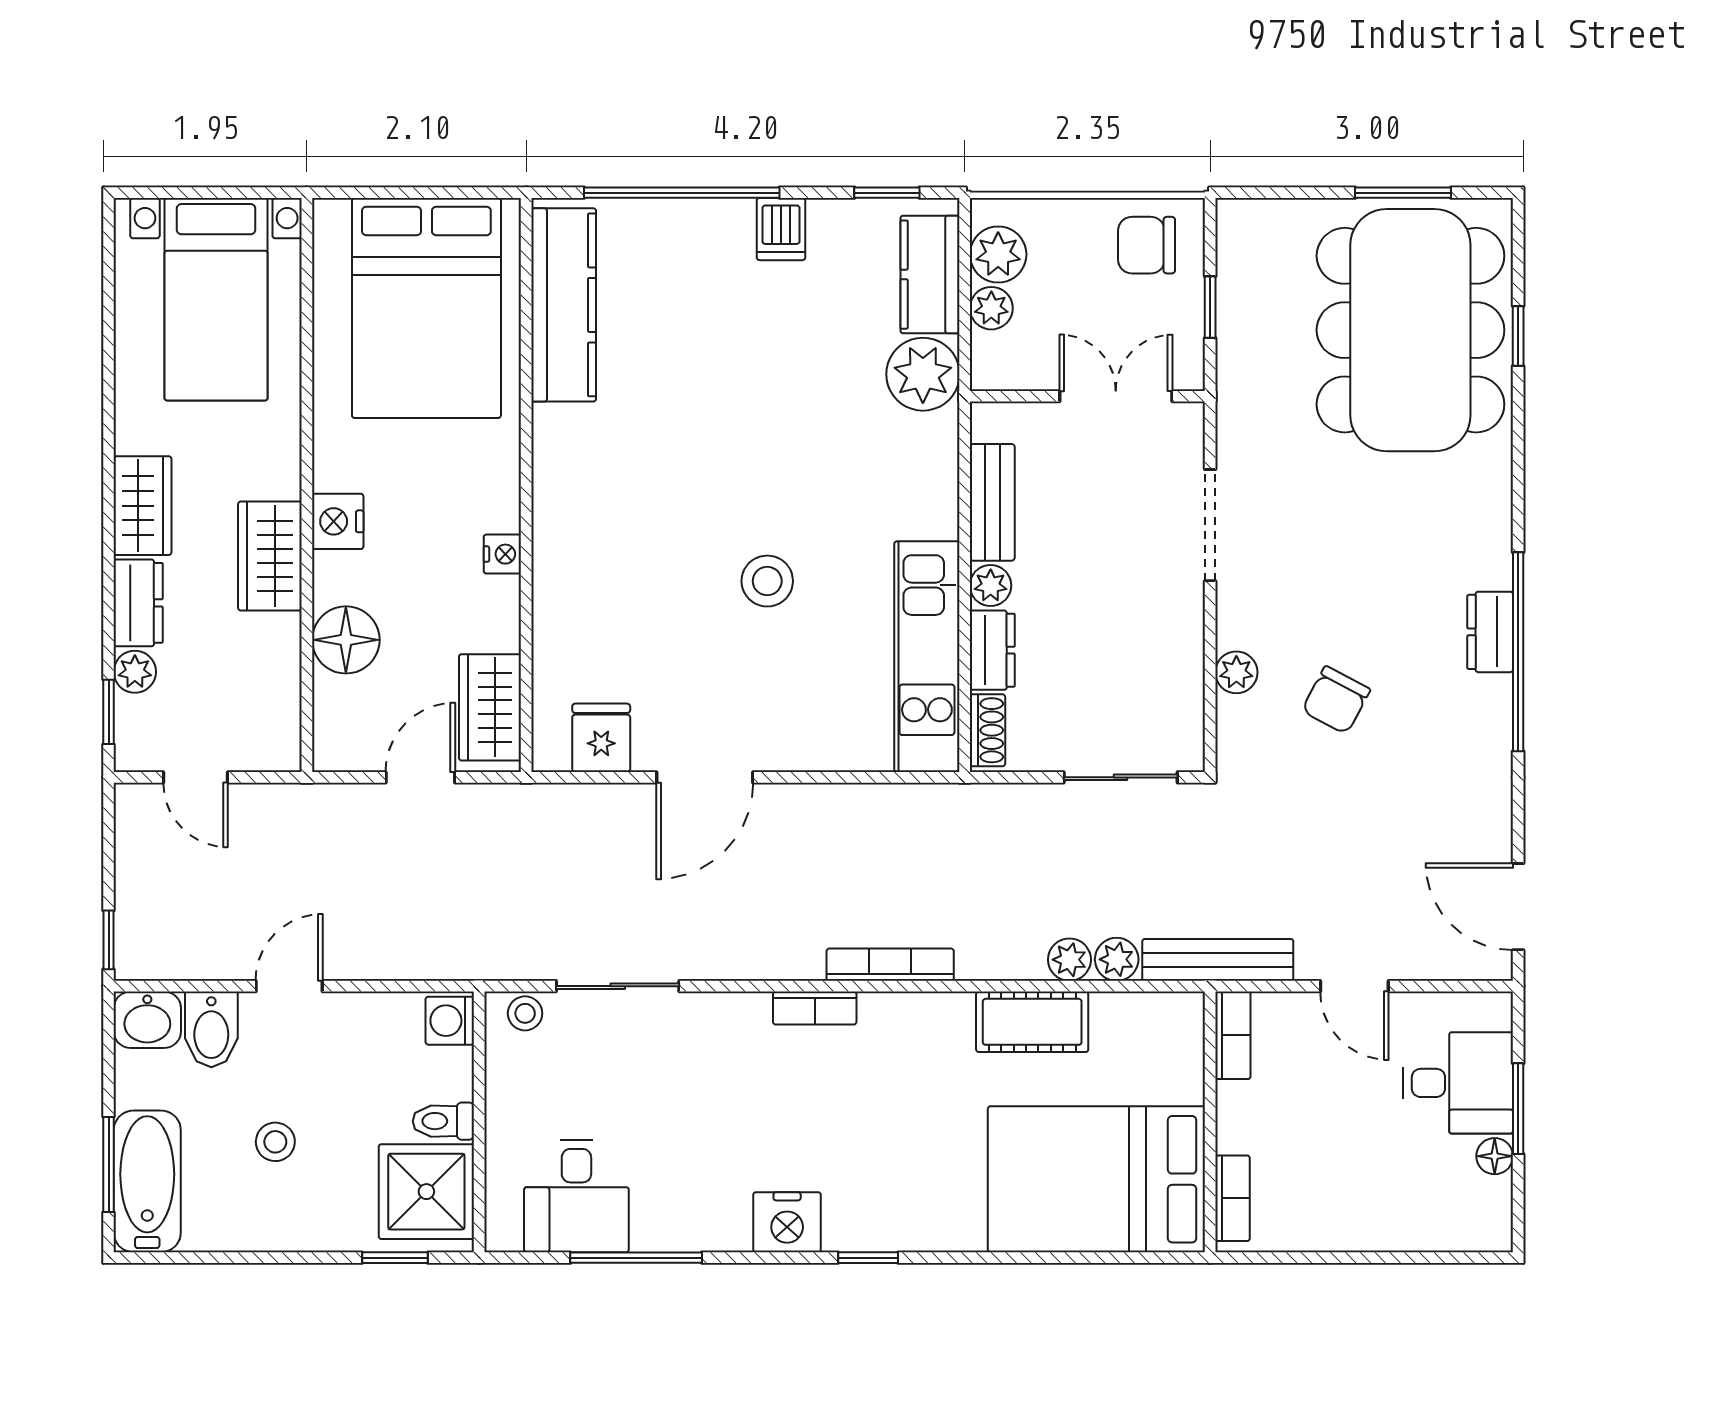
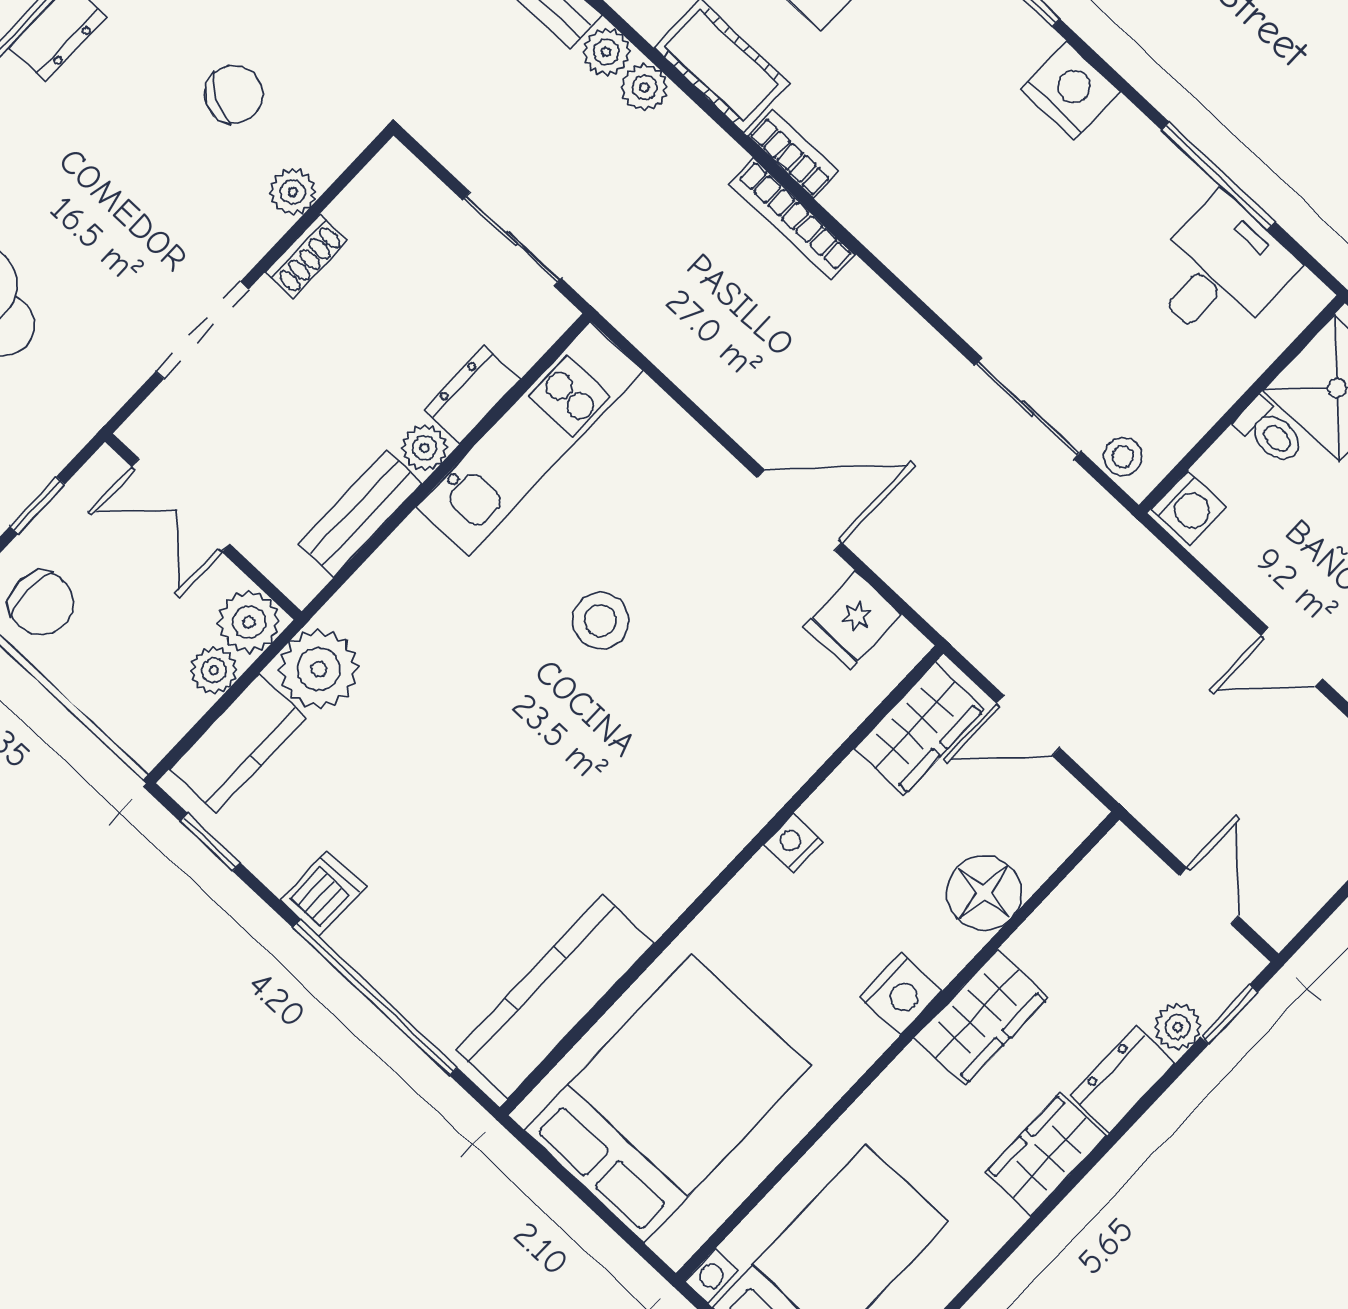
plant: (998, 254) -> (249, 622), moved
shoe rack: (987, 730) -> (306, 256), moved, turned 180
sliding door: (1121, 777) -> (512, 239), moved
bookcase: (815, 1008) -> (793, 154), moved

